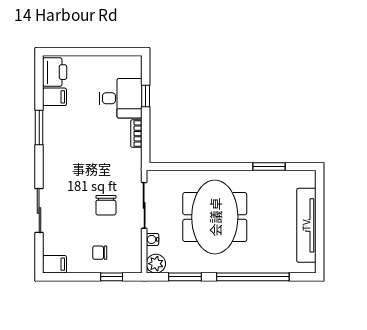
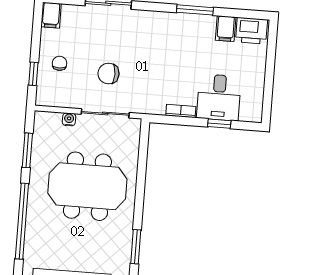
plant: (156, 264) -> (44, 121), removed

